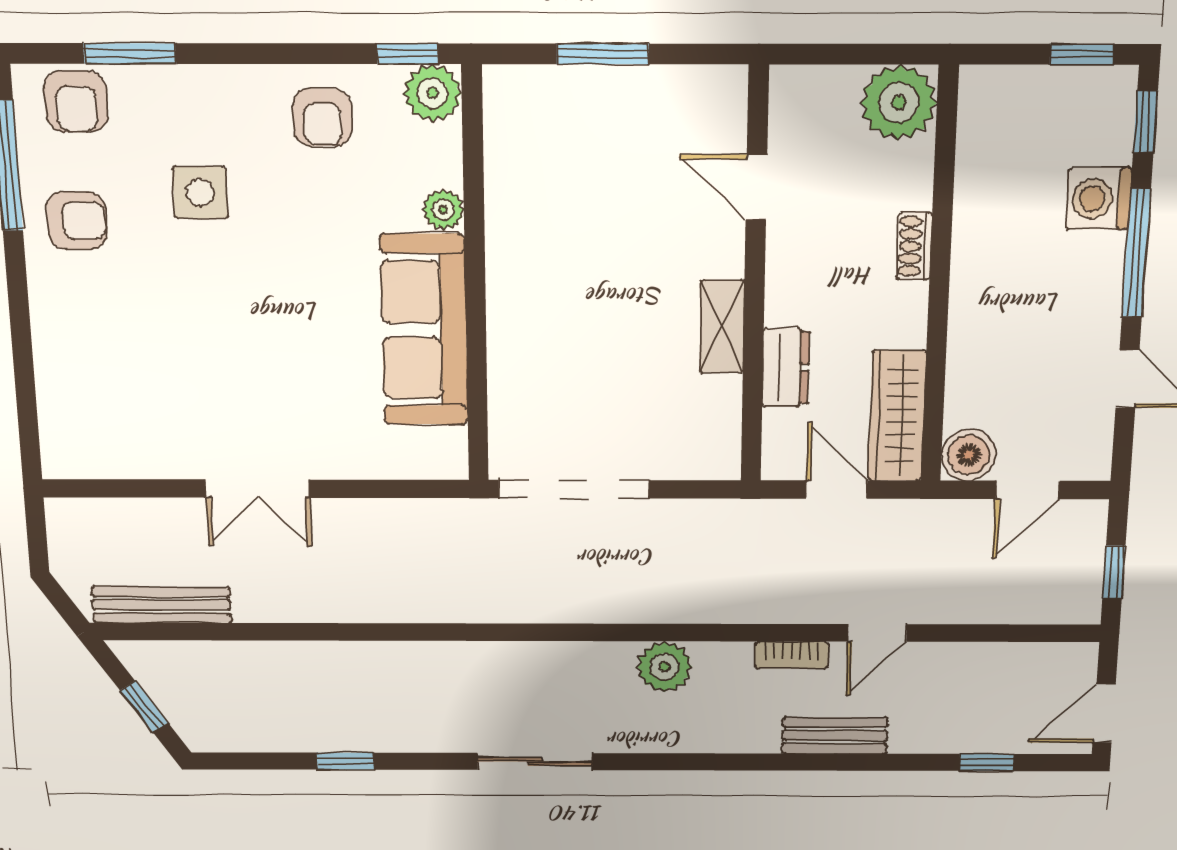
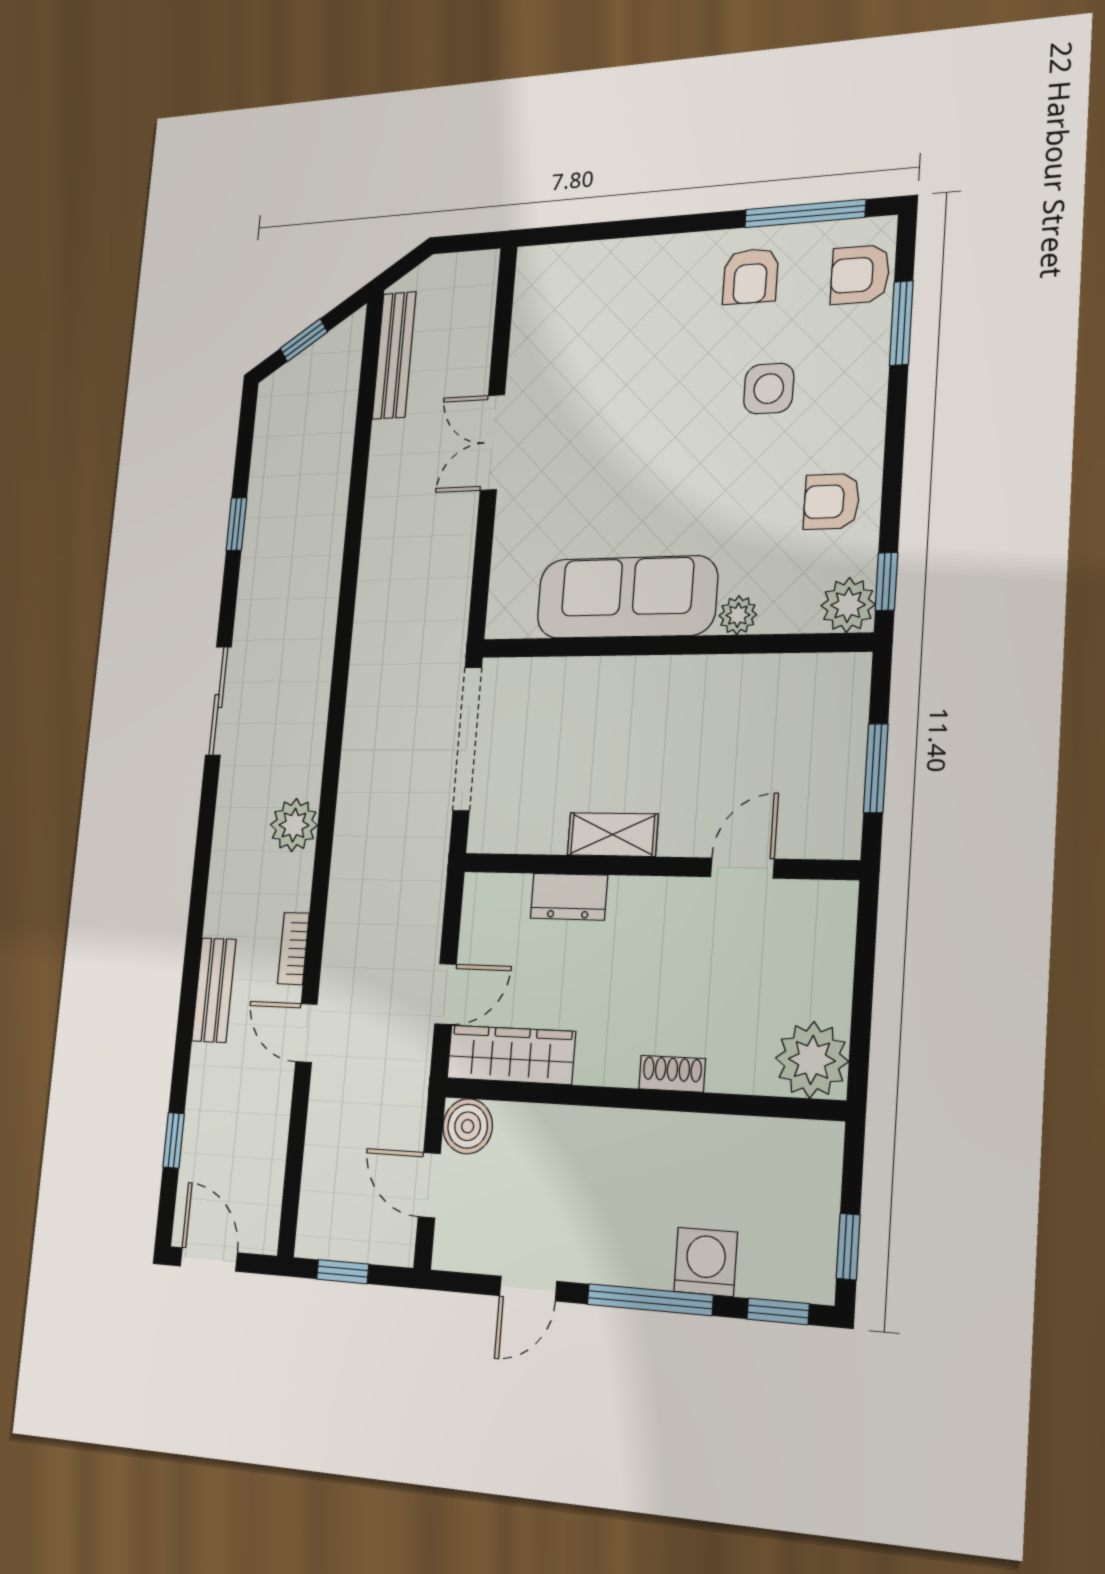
door: (756, 187) -> (742, 868), moved
wall: (755, 278) -> (656, 866), moved
shelving: (722, 326) -> (613, 835), moved
dresser: (786, 368) -> (569, 897), moved

